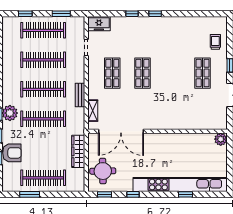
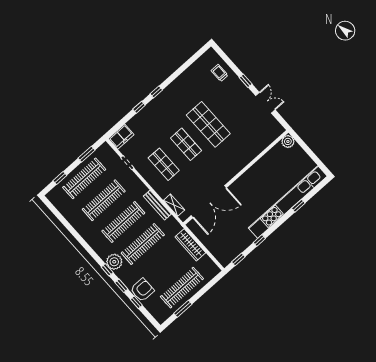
shop shelf: (203, 73) -> (208, 124), moved, width x1.43, depth x1.36
bench: (80, 95) -> (157, 205), width x1.36
round table: (103, 171) -> (222, 243), removed

